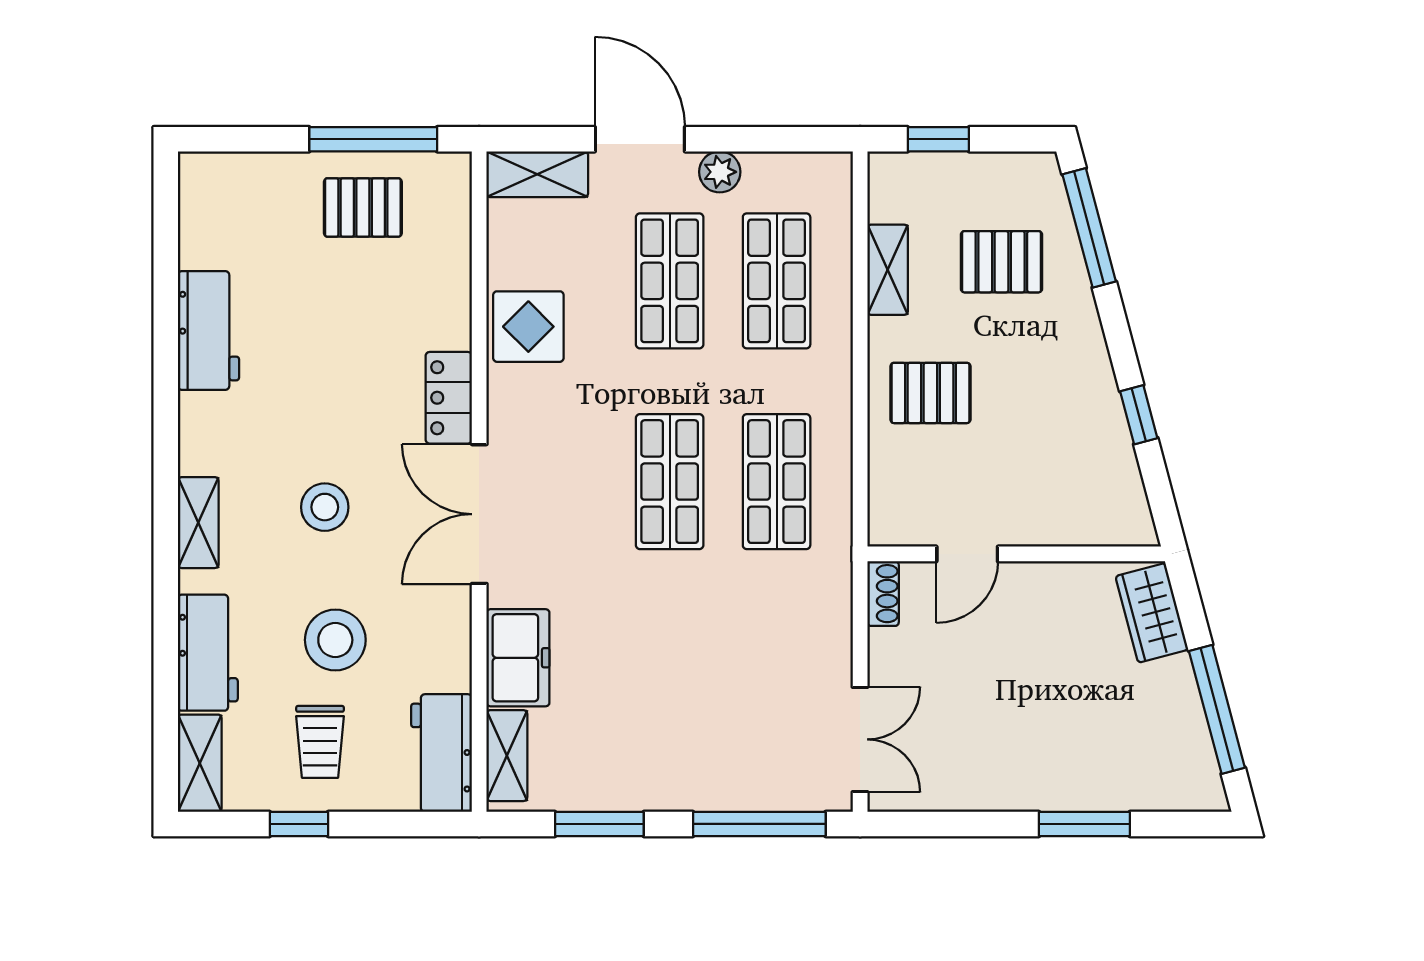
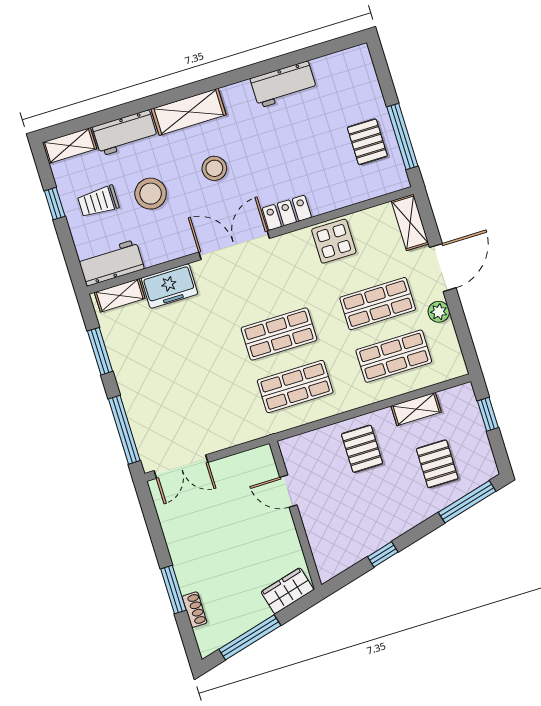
shelving: (198, 523) -> (189, 112), width x1.50, depth x1.33
shoe rack: (883, 594) -> (195, 610), moved, turned -90

